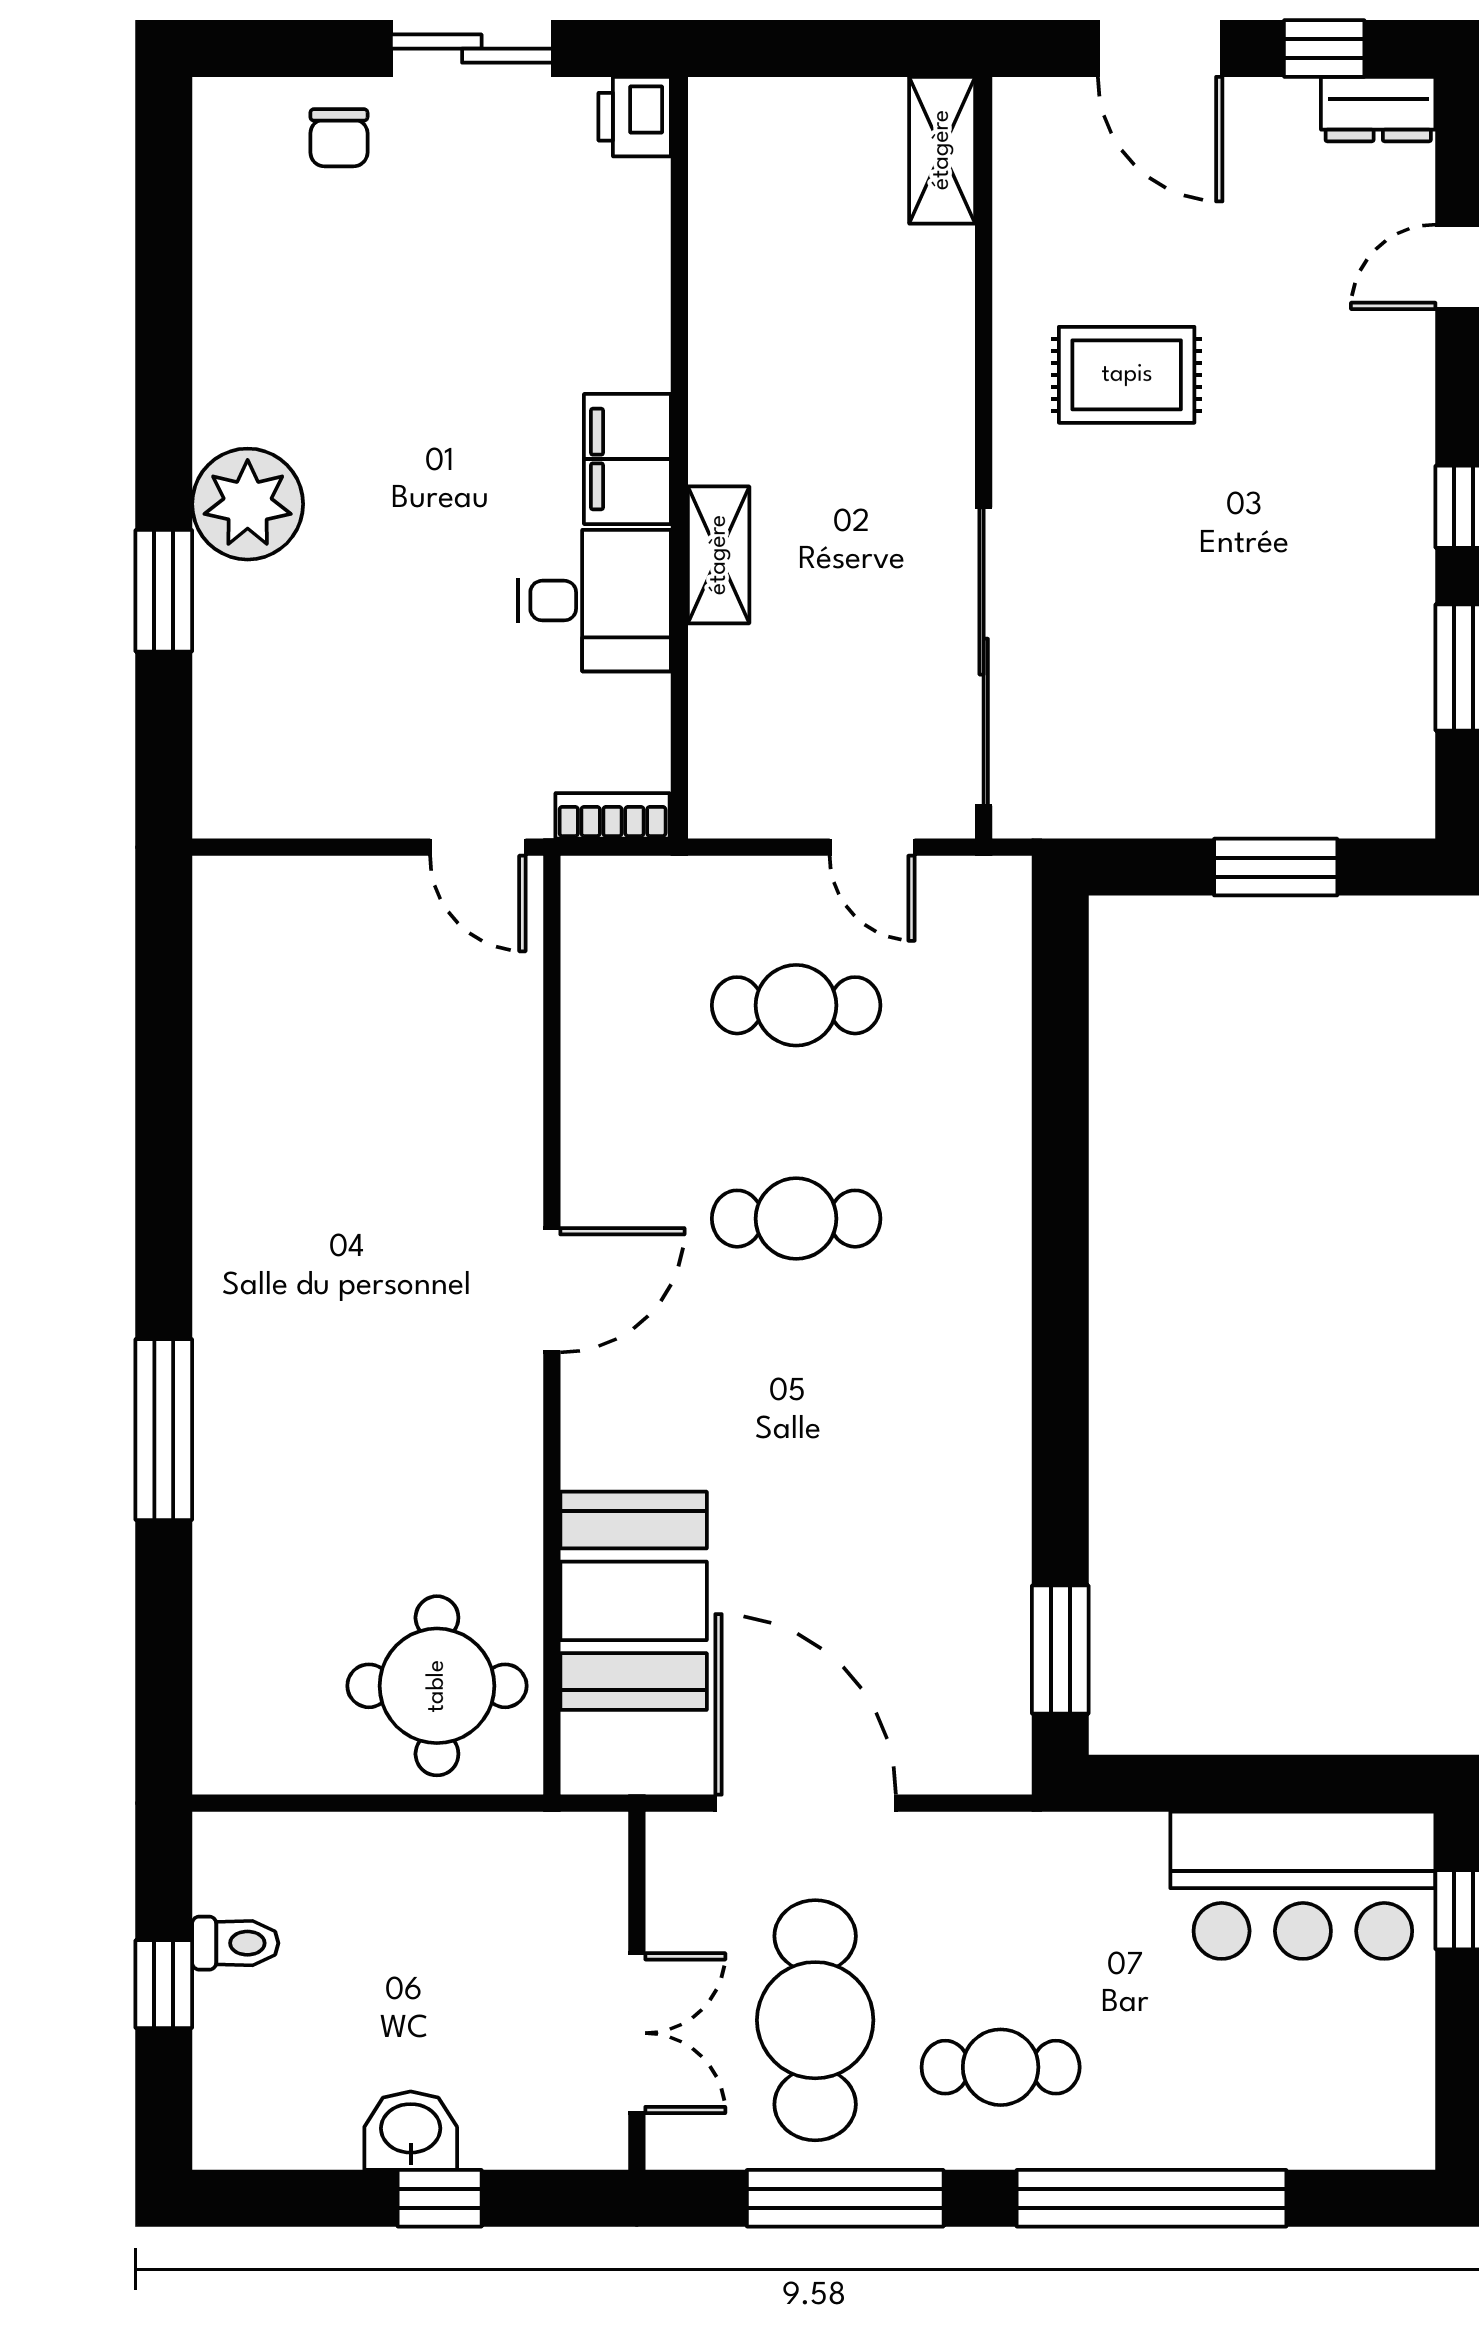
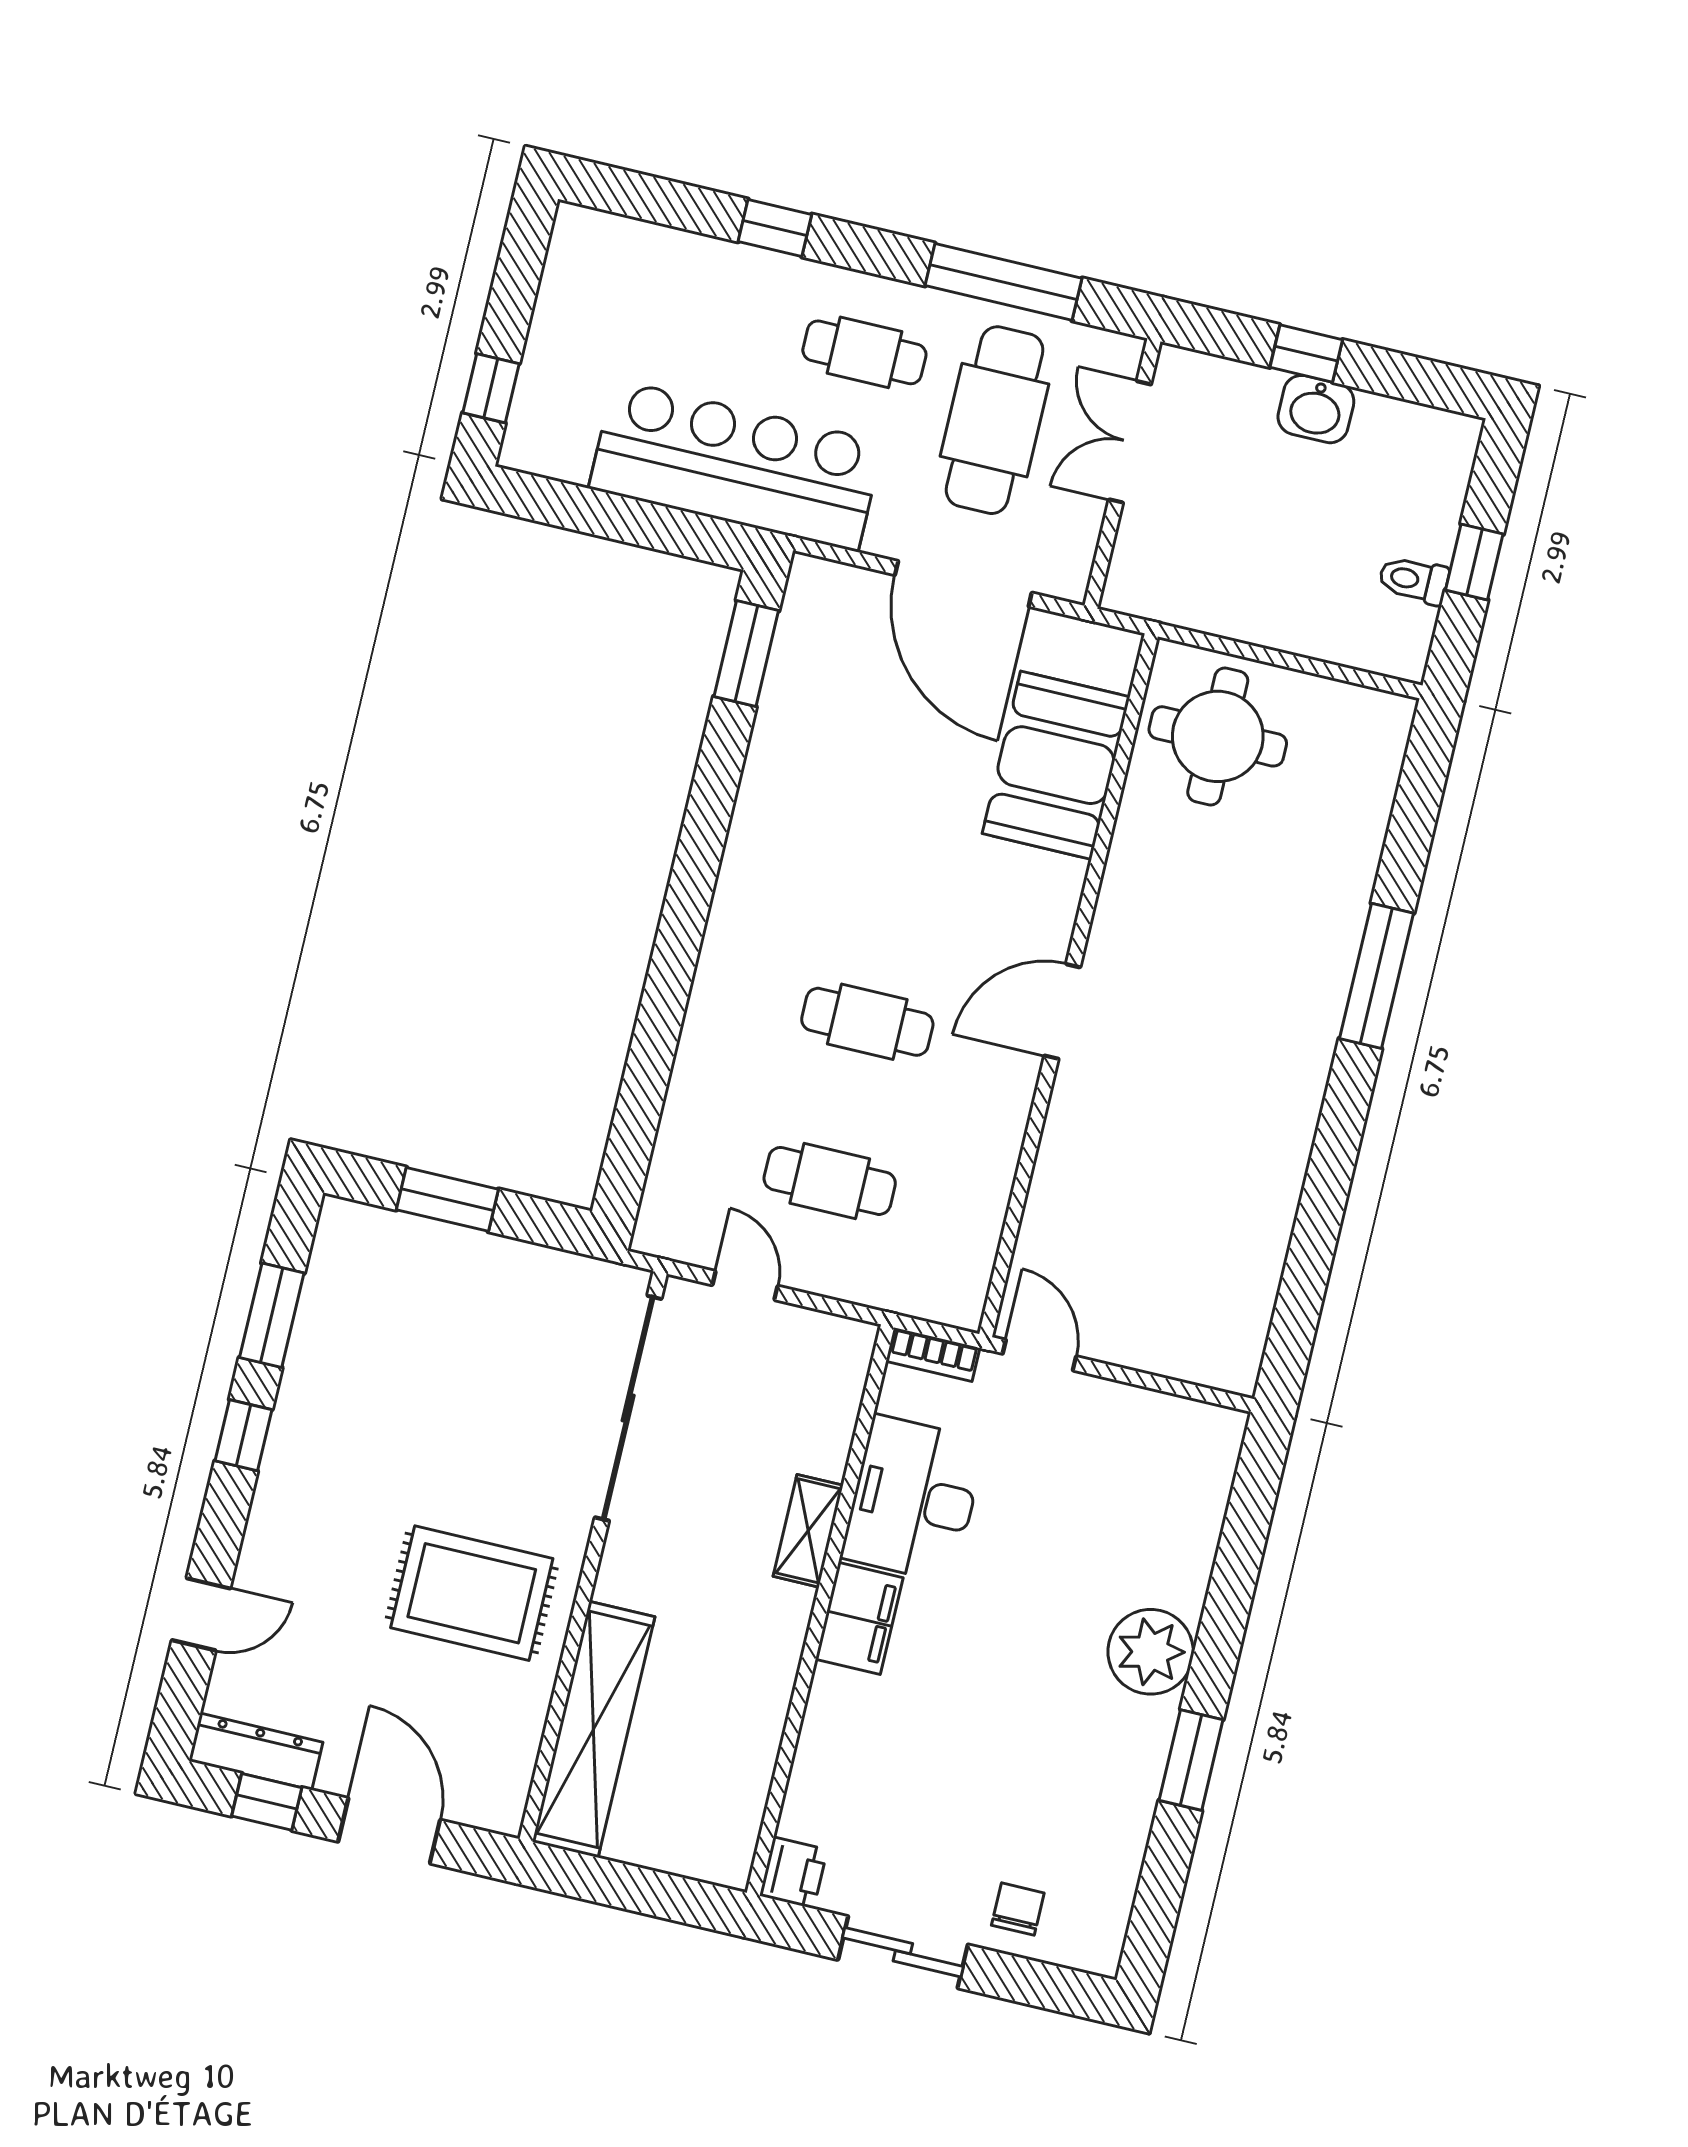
dresser: (1378, 109) -> (256, 1752), width x1.44
shelving: (942, 150) -> (594, 1729), width x2.20, depth x1.33
rug: (1127, 375) -> (472, 1593), width x1.36, depth x1.43
window: (164, 591) -> (1191, 1760), moved
desk: (594, 601) -> (913, 1499), width x1.37
bar counter: (1303, 1885) -> (736, 465), moved, width x1.36
window: (1151, 2198) -> (775, 228), width x0.32

